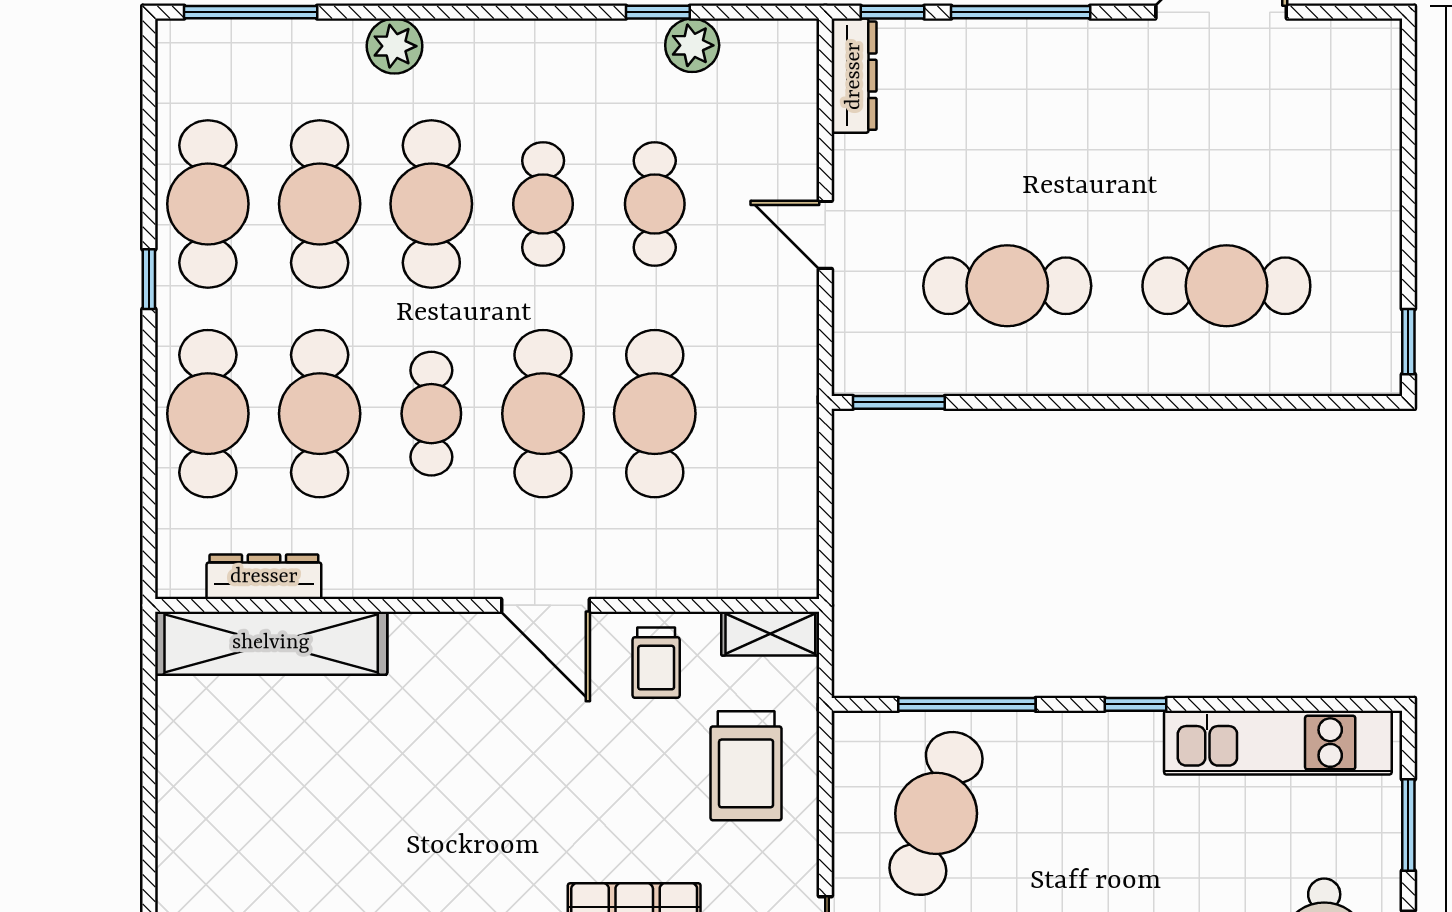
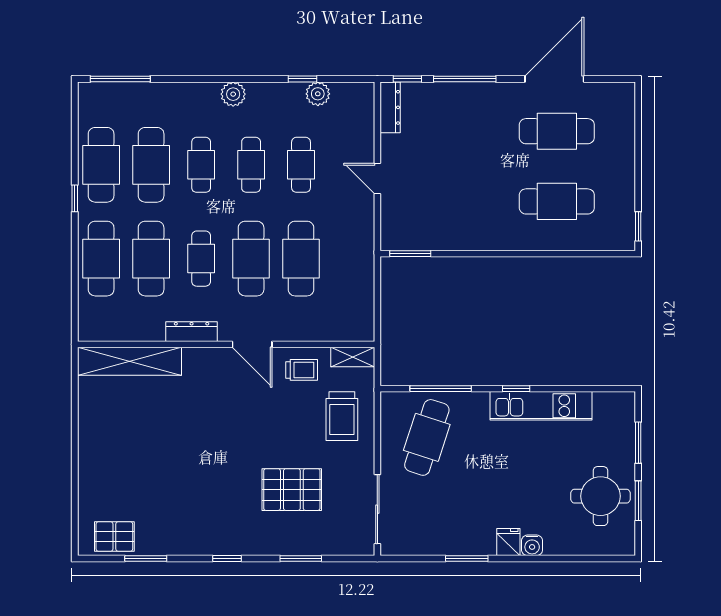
plant: (395, 46) -> (233, 94), moved
cafe table: (431, 204) -> (201, 165), width x0.73, depth x0.74
cafe table: (1007, 286) -> (557, 131), moved
dresser: (264, 577) -> (192, 332), moved
trolley: (656, 663) -> (302, 370), turned -90
kitchen unit: (1278, 743) -> (541, 406), moved

